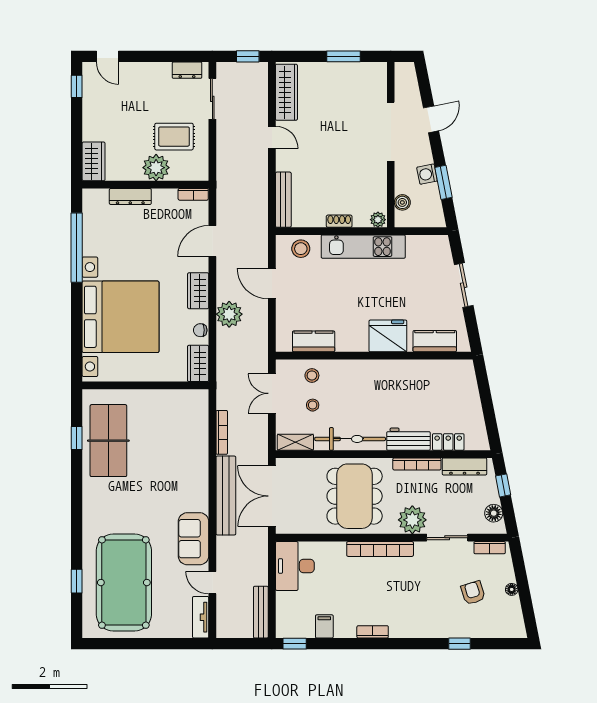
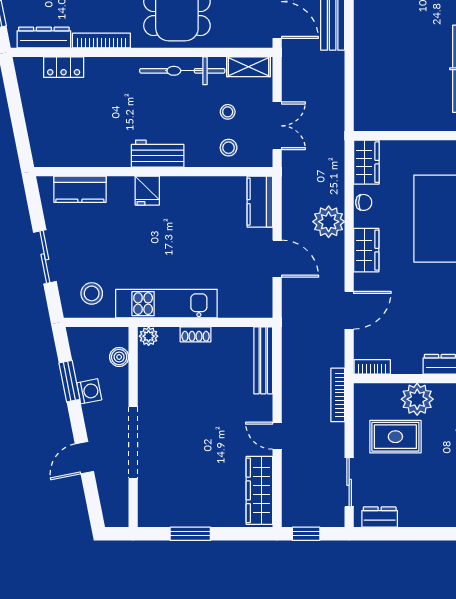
stool: (301, 249) -> (92, 293), moved
fridge: (388, 336) -> (147, 191), width x0.53, depth x0.75
kitchen counter: (314, 341) -> (260, 202), moved, turned 90
bookcase: (222, 432) -> (338, 395), moved
workbench: (408, 439) -> (158, 154), moved, turned 180

